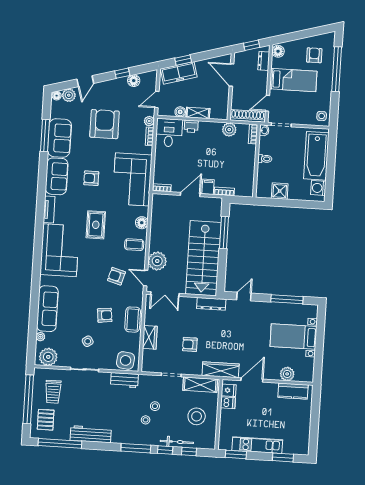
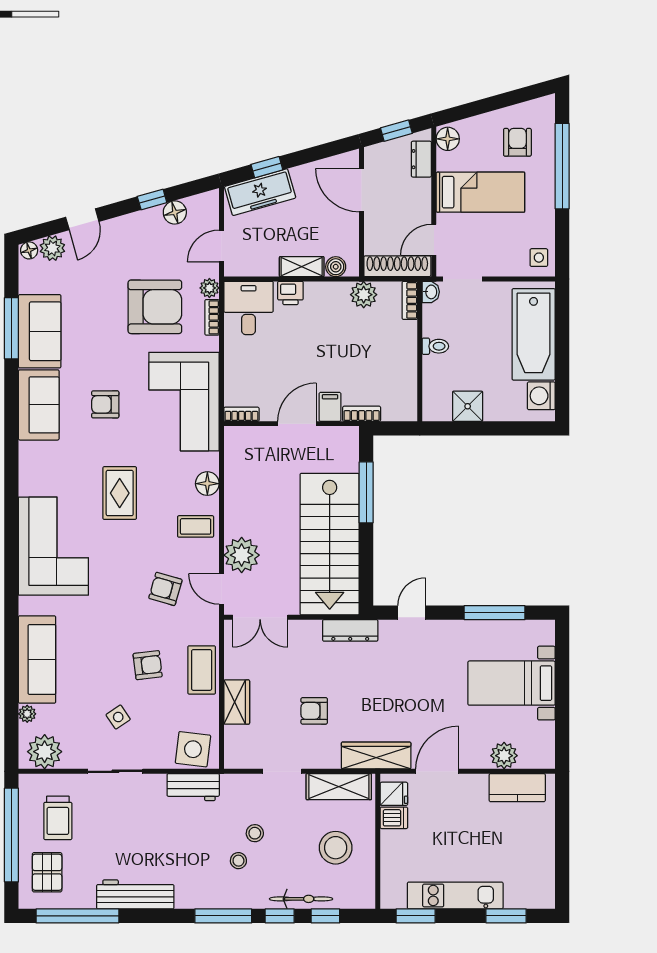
boiler: (180, 112) -> (336, 267), moved
armchair: (104, 124) -> (155, 307), moved, turned 90
tv unit: (49, 209) -> (28, 469), removed

